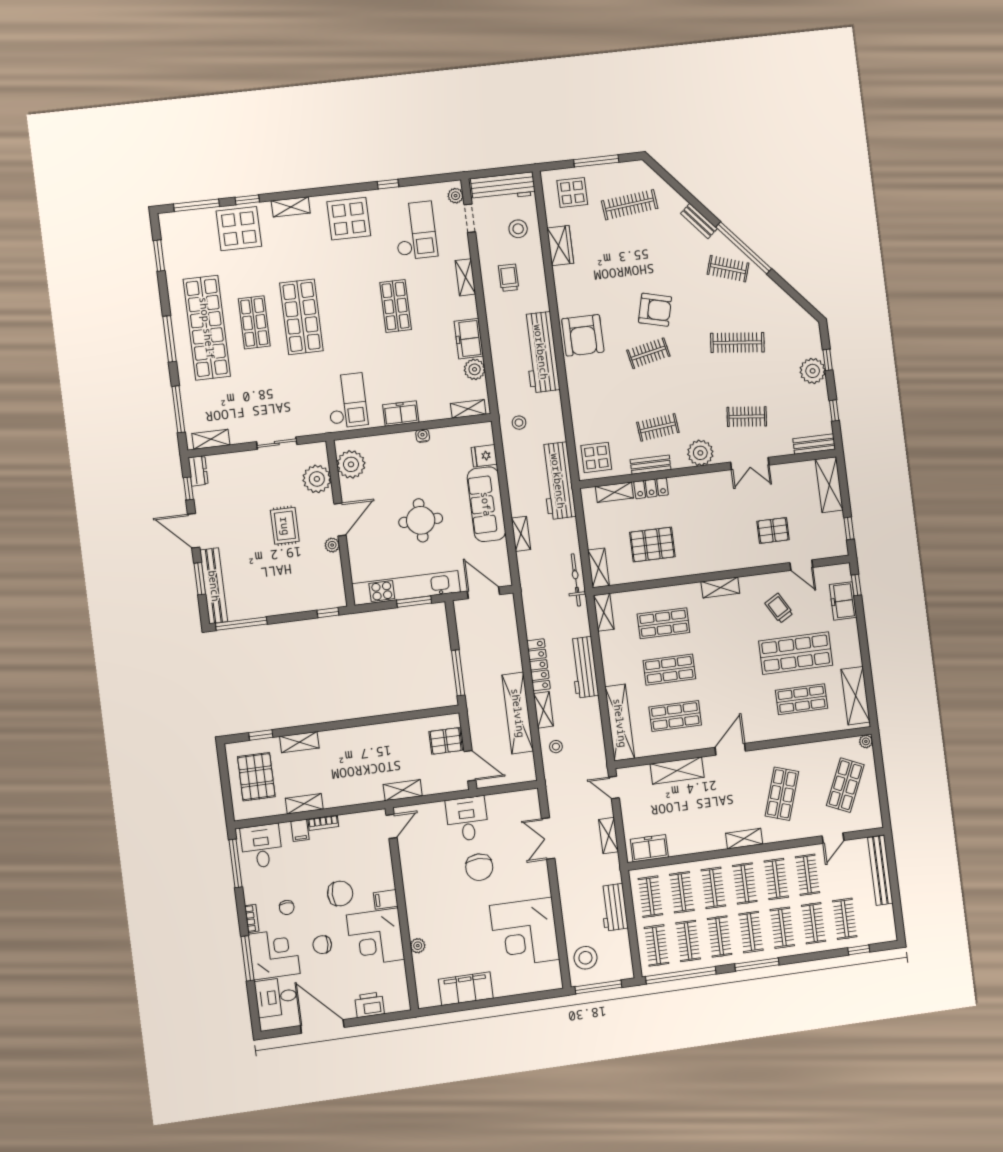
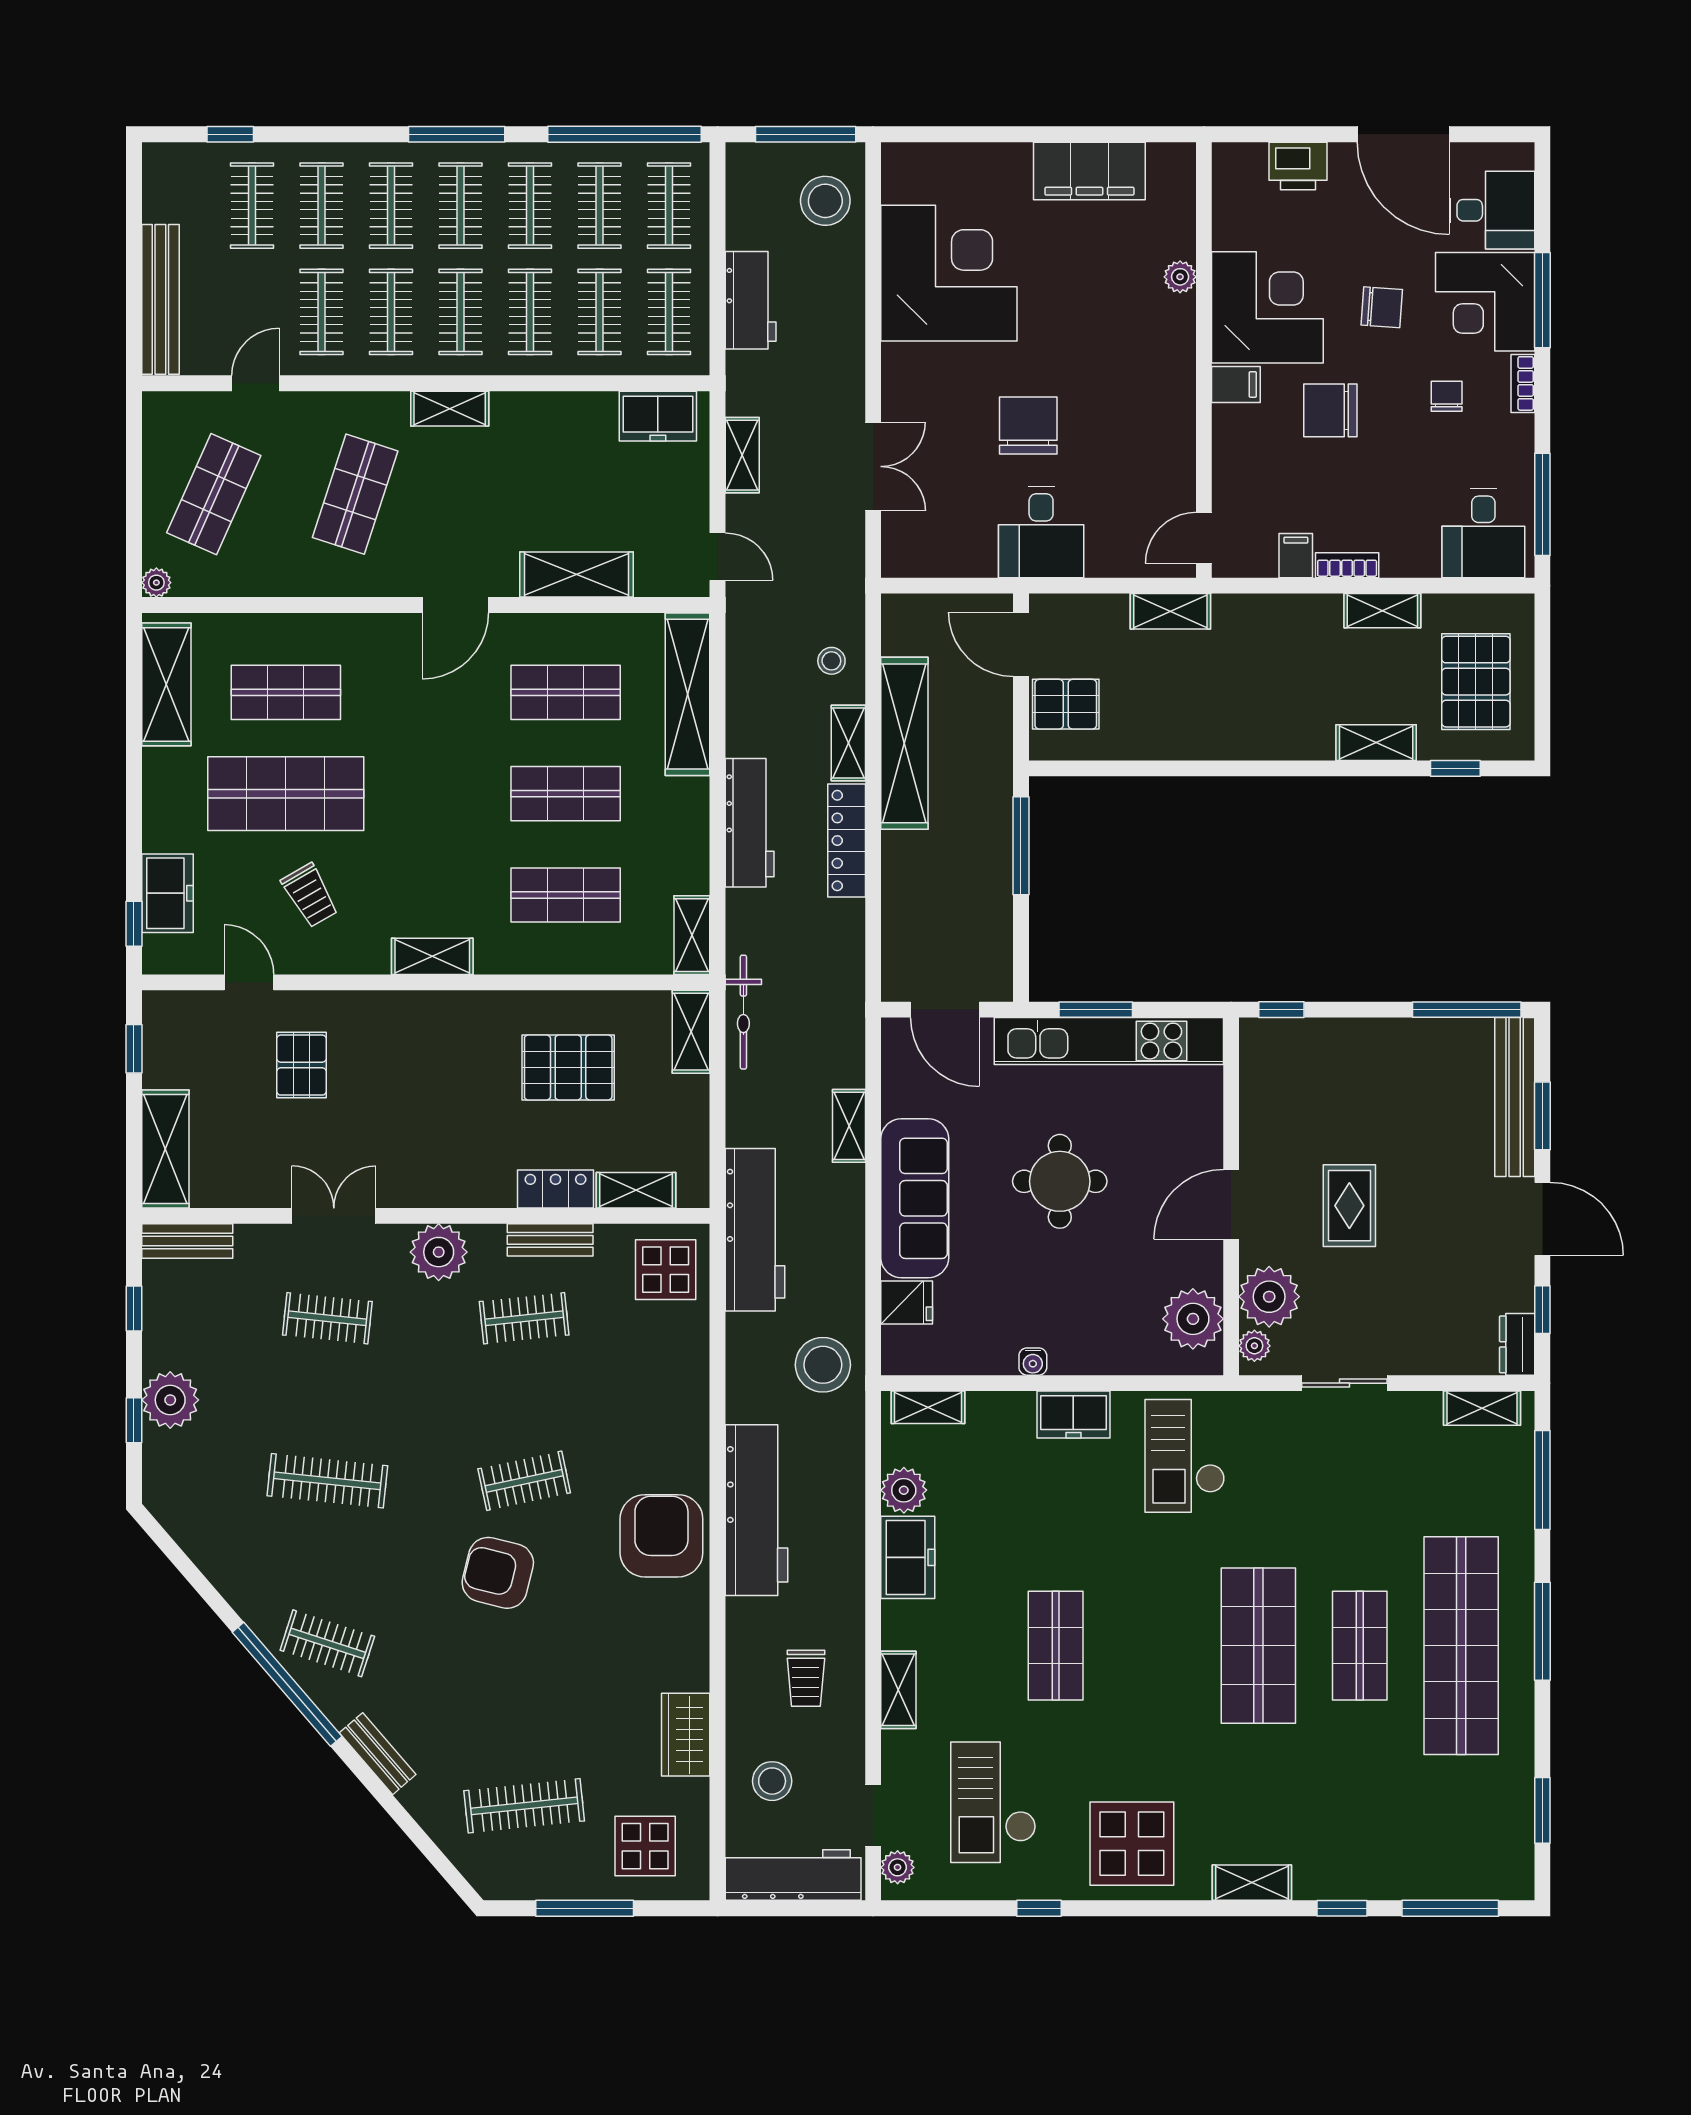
display table: (239, 229) -> (1367, 1849), removed
stool: (519, 423) -> (823, 1365), width x1.89, depth x1.89
pallet: (773, 530) -> (301, 1065), turned 90
plant: (332, 545) -> (1254, 1346), moved
filing cabinet: (300, 830) -> (1296, 556), moved

